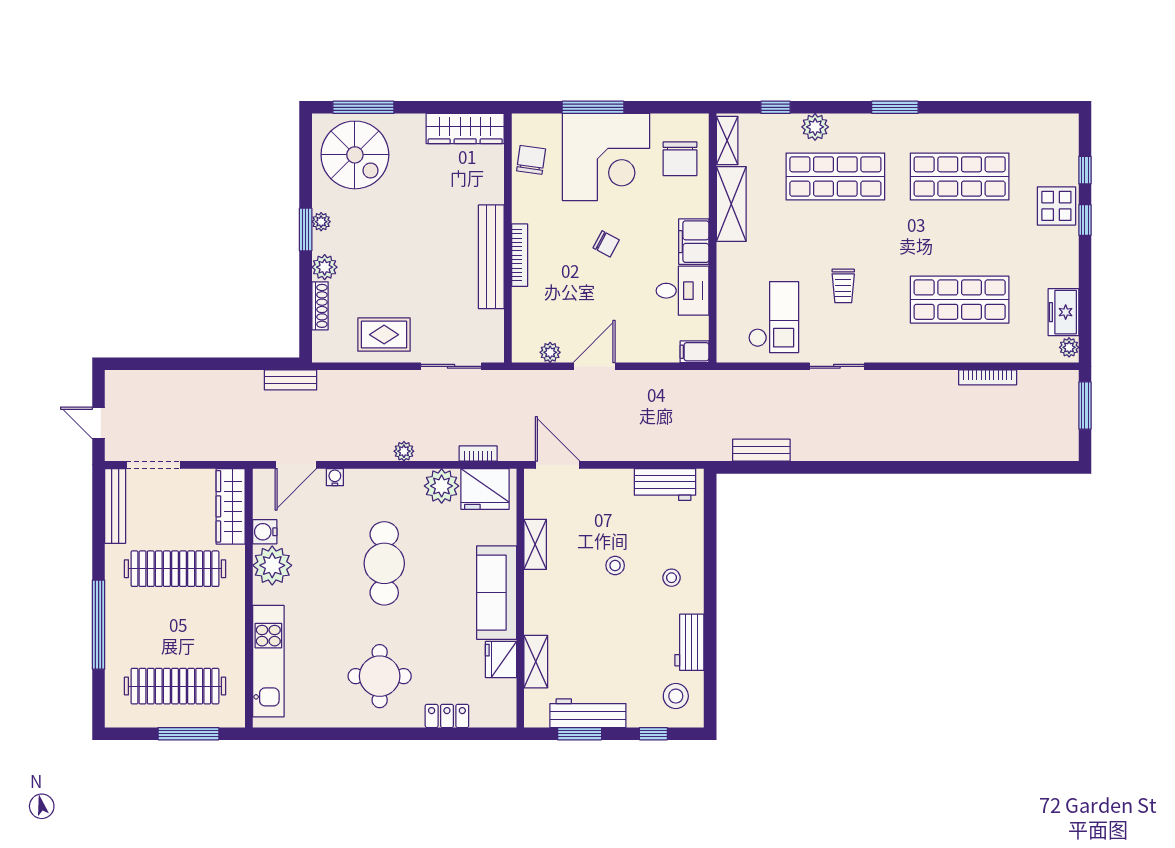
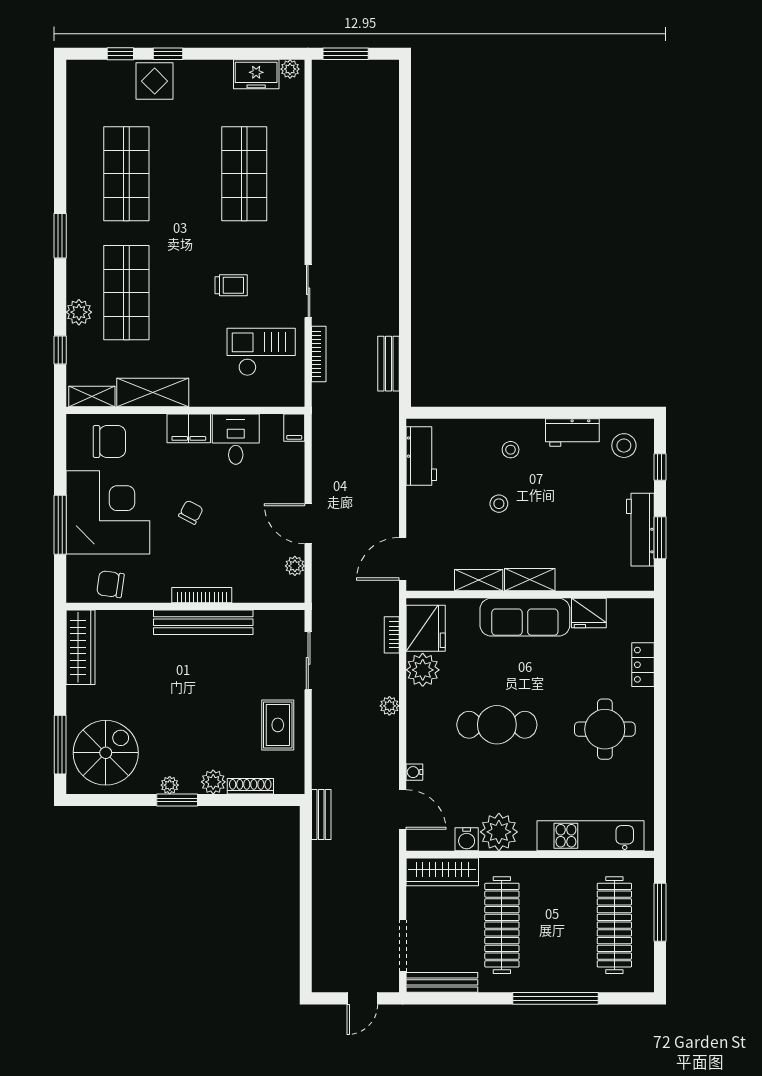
bookcase: (988, 377) -> (319, 354), moved
shelving: (536, 662) -> (530, 580), moved

